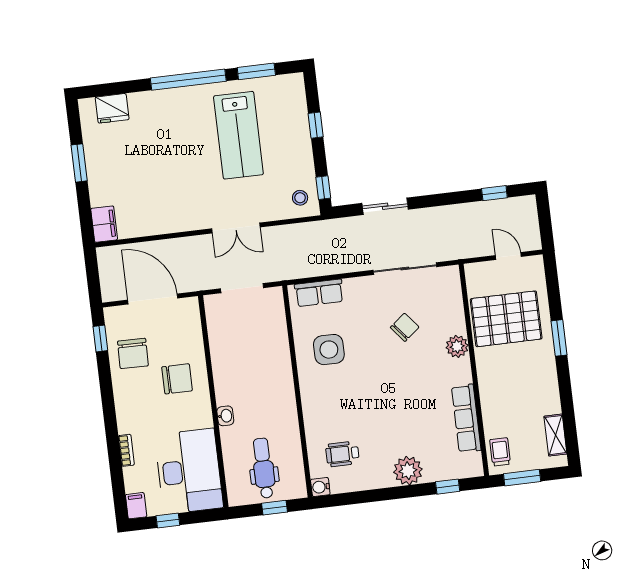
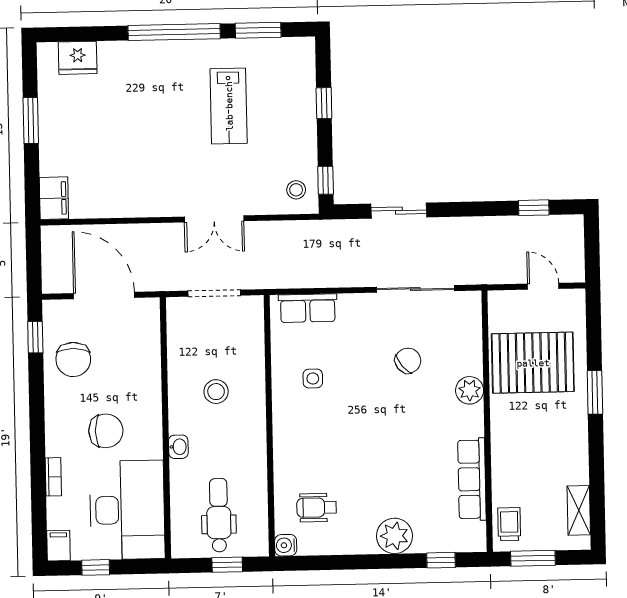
lab bench: (238, 135) -> (229, 106), width x0.73, depth x0.72
side table: (329, 350) -> (313, 378), width x0.54, depth x0.54
stool: (251, 368) -> (216, 392), added
chair: (177, 379) -> (106, 431), moved

